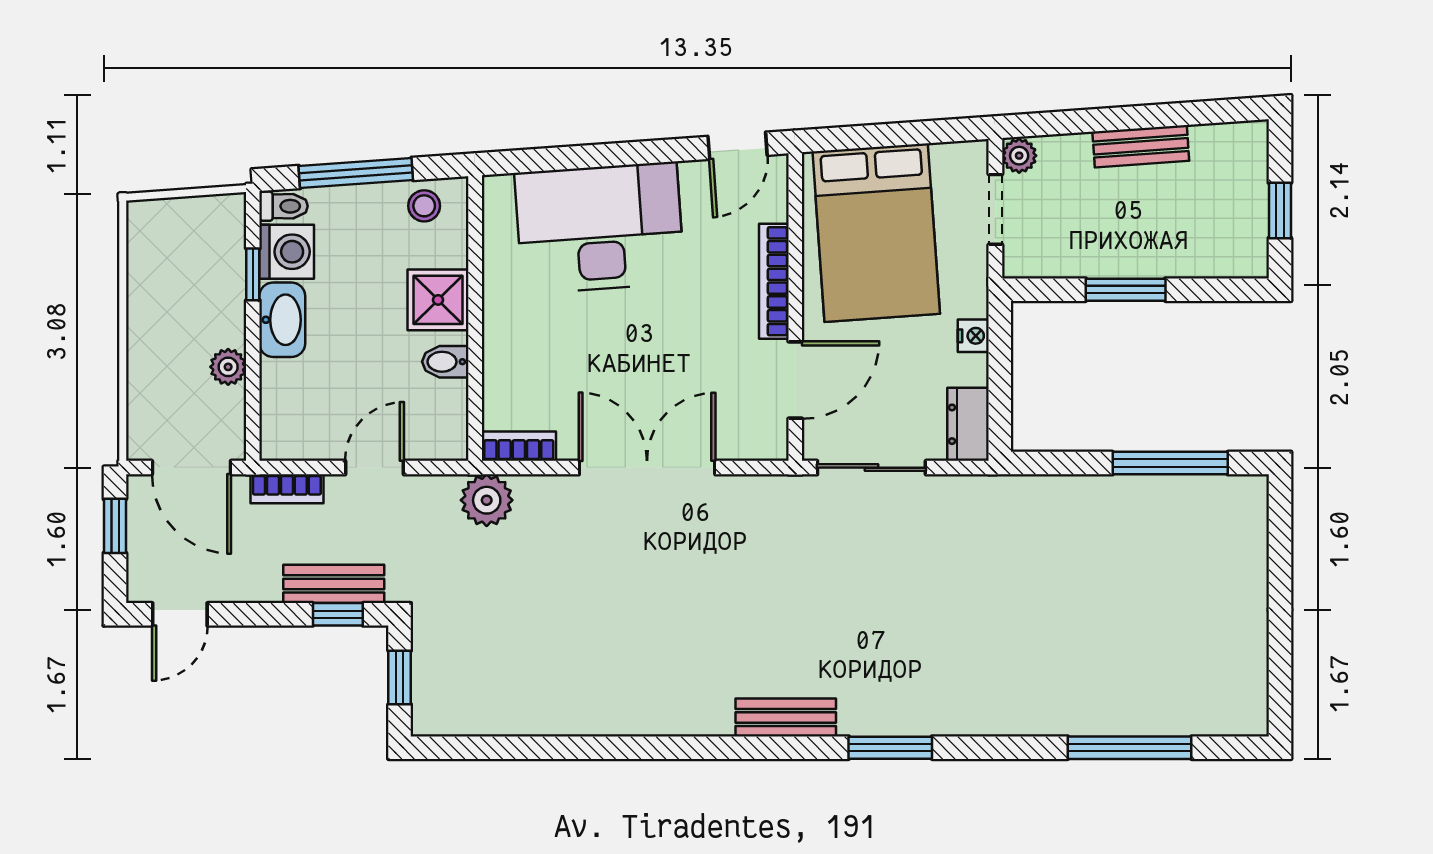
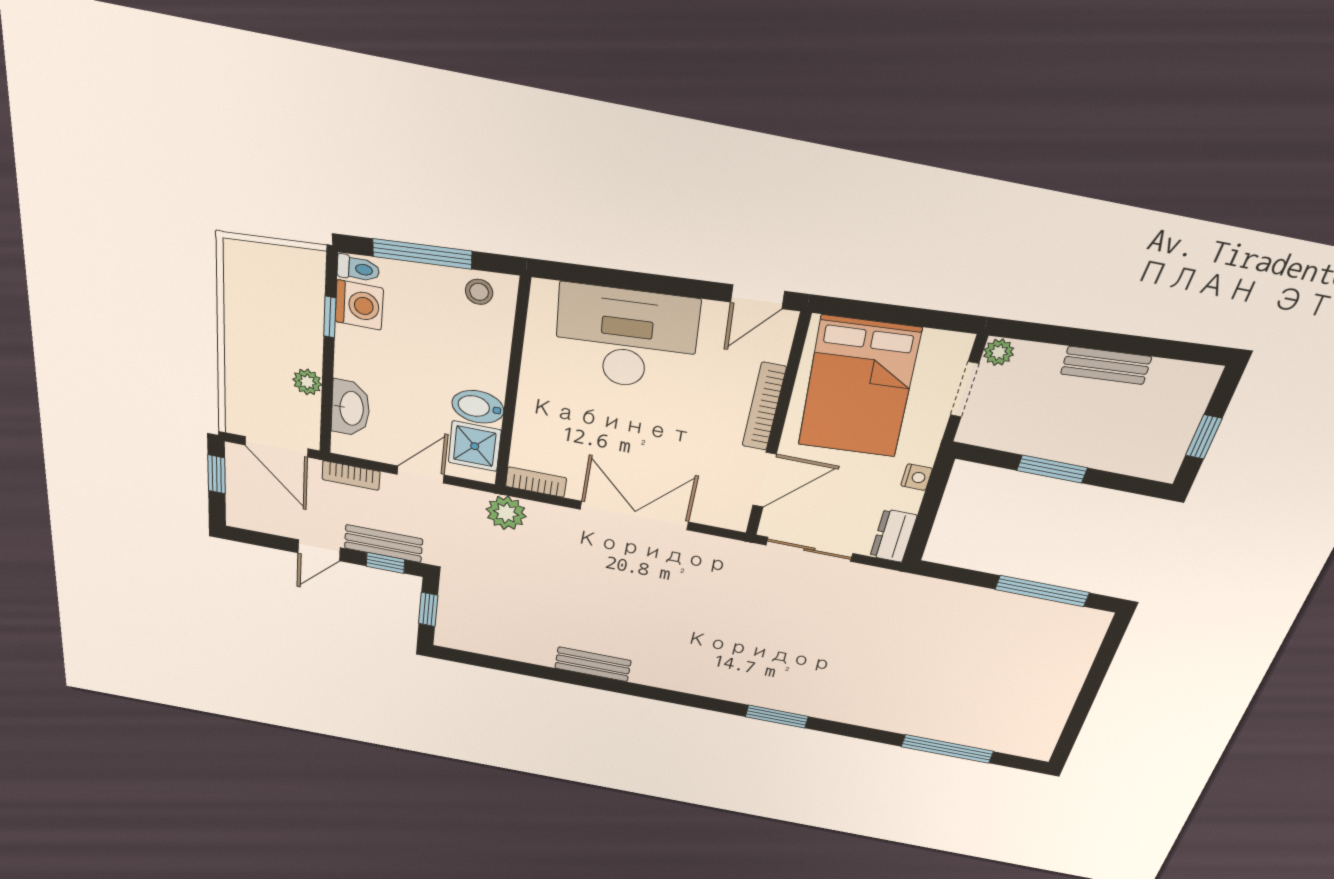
shower: (438, 300) -> (475, 446), moved
washbasin: (282, 320) -> (351, 408), moved
bidet: (445, 362) -> (478, 407), width x1.38, depth x1.36
door: (180, 614) -> (319, 550), moved
bench: (786, 717) -> (593, 664), moved

